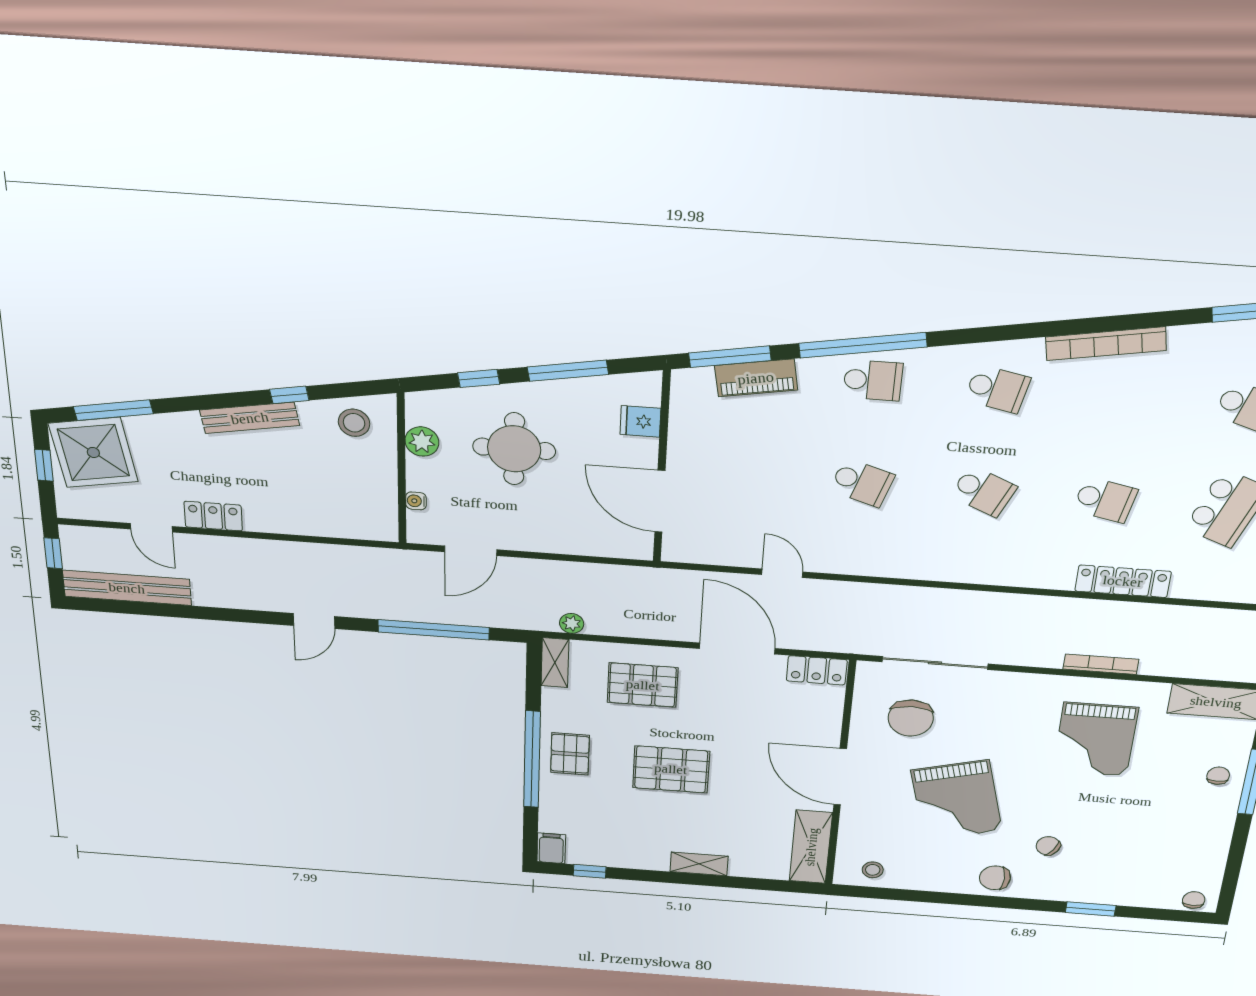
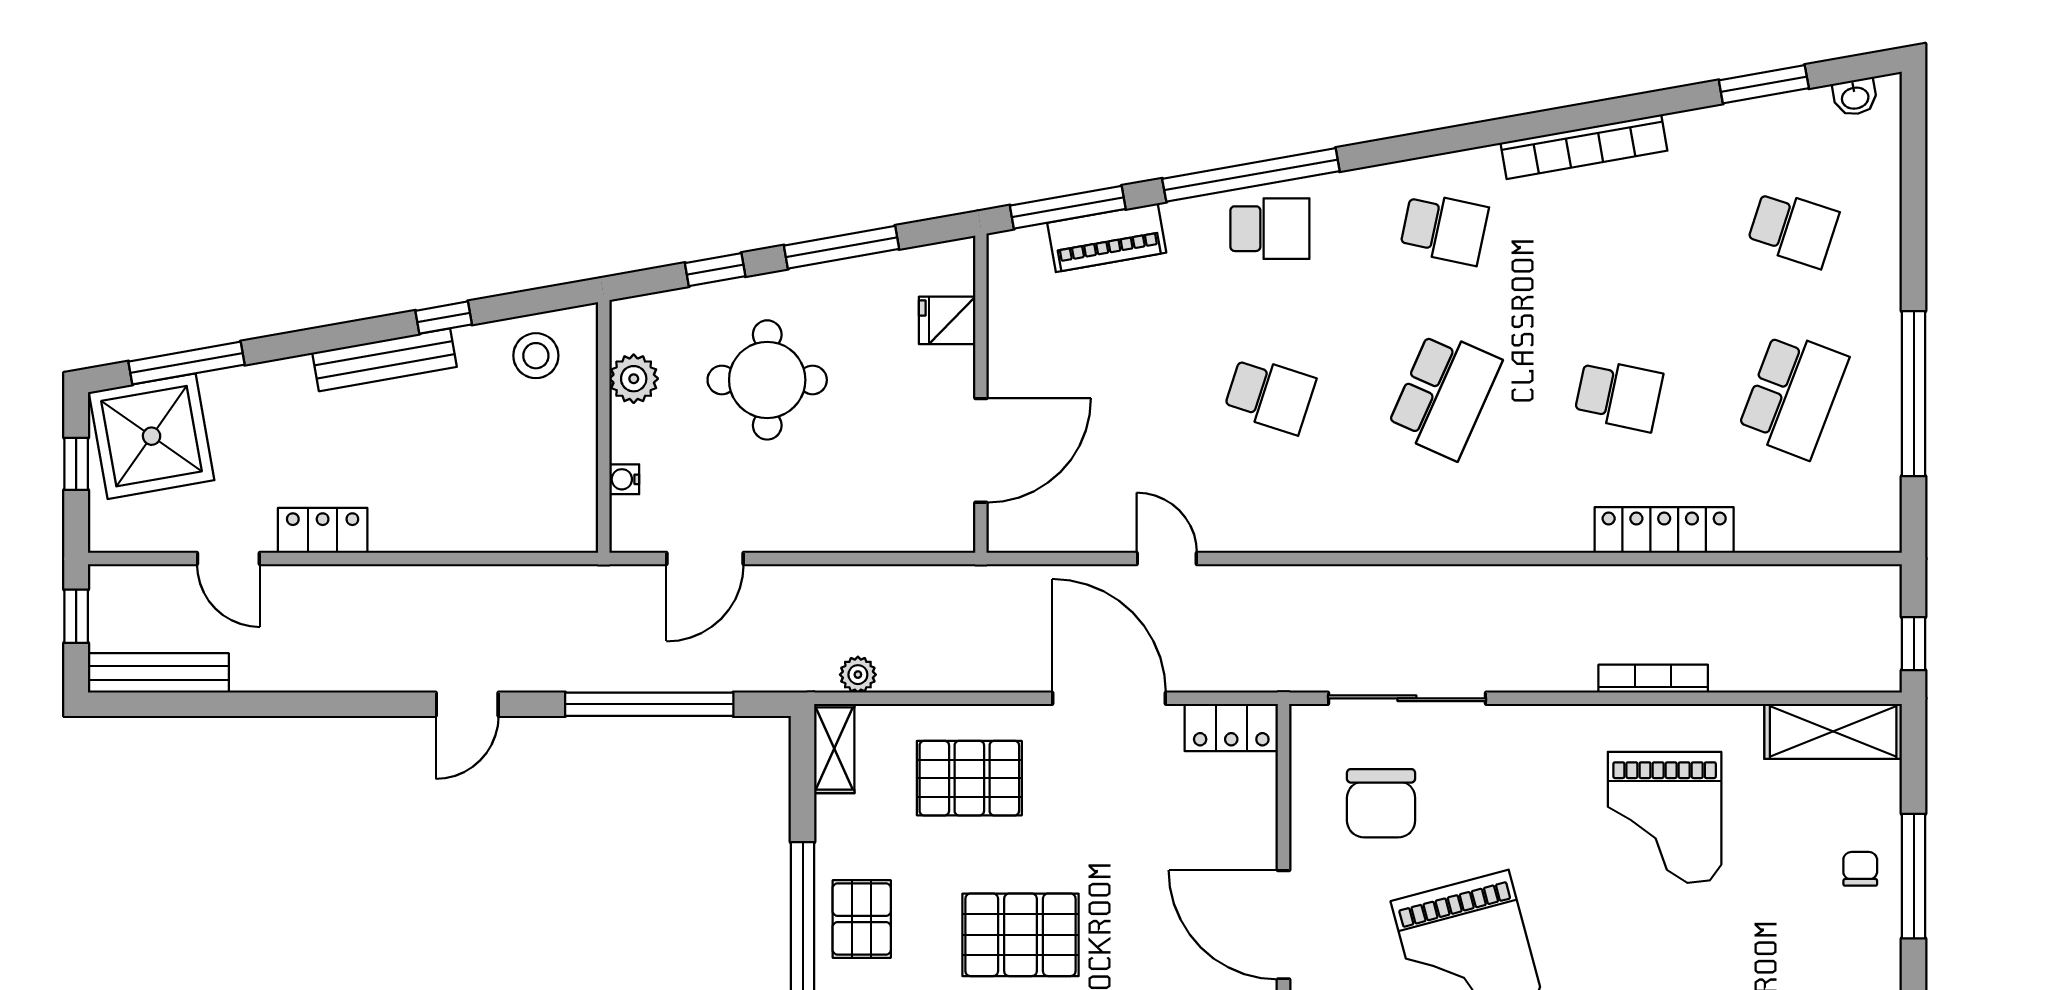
school desk: (983, 491) -> (1444, 395), width x1.85
door: (660, 501) -> (981, 450), swing flipped
bench: (127, 588) -> (158, 673), width x0.73, depth x0.82

